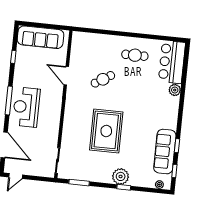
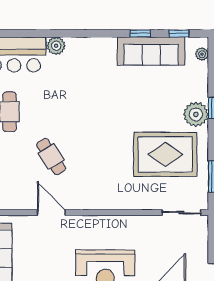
door: (66, 76) -> (51, 213), swing flipped
rug: (106, 131) -> (165, 154), moved

